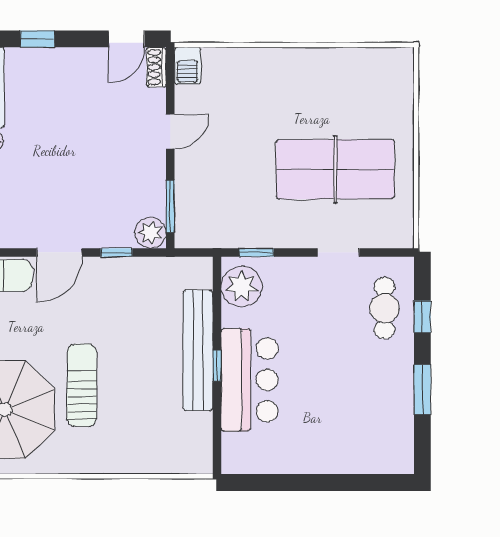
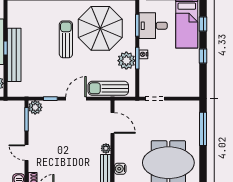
door: (170, 132) -> (26, 153), hinge flipped
sun lounger: (82, 385) -> (66, 39), turned 180

